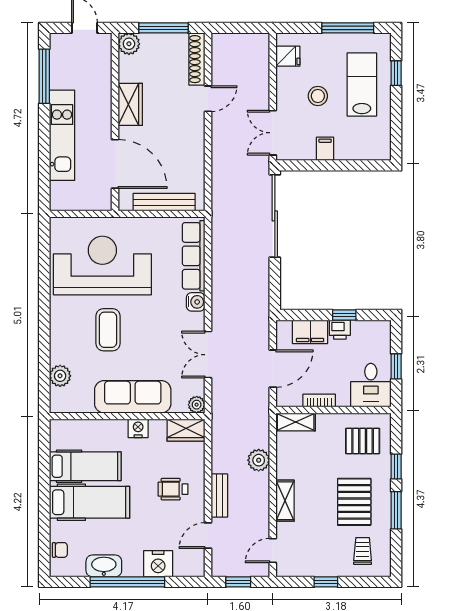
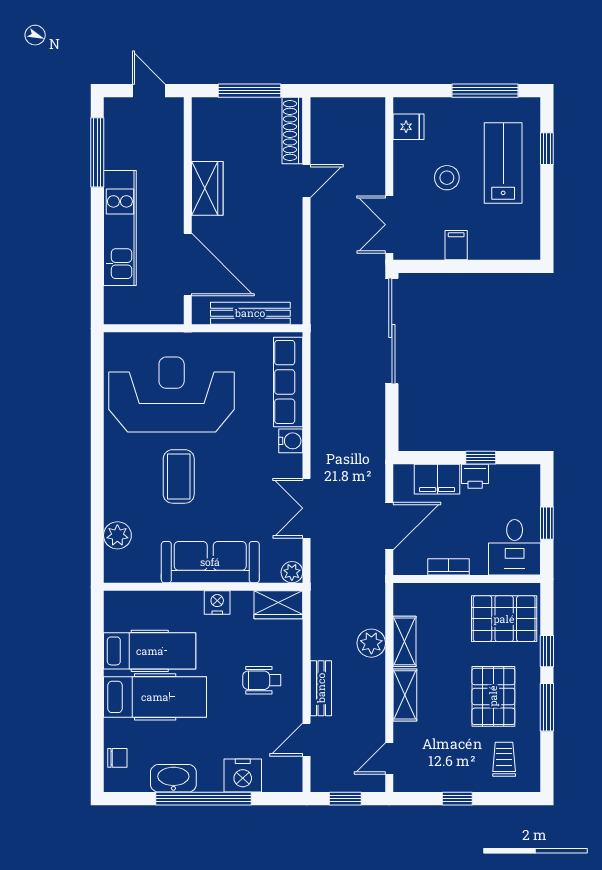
plant: (129, 44) -> (205, 111), removed
shelving: (296, 422) -> (405, 641), moved, turned 90
pallet: (363, 441) -> (504, 619), width x1.50, depth x1.42

